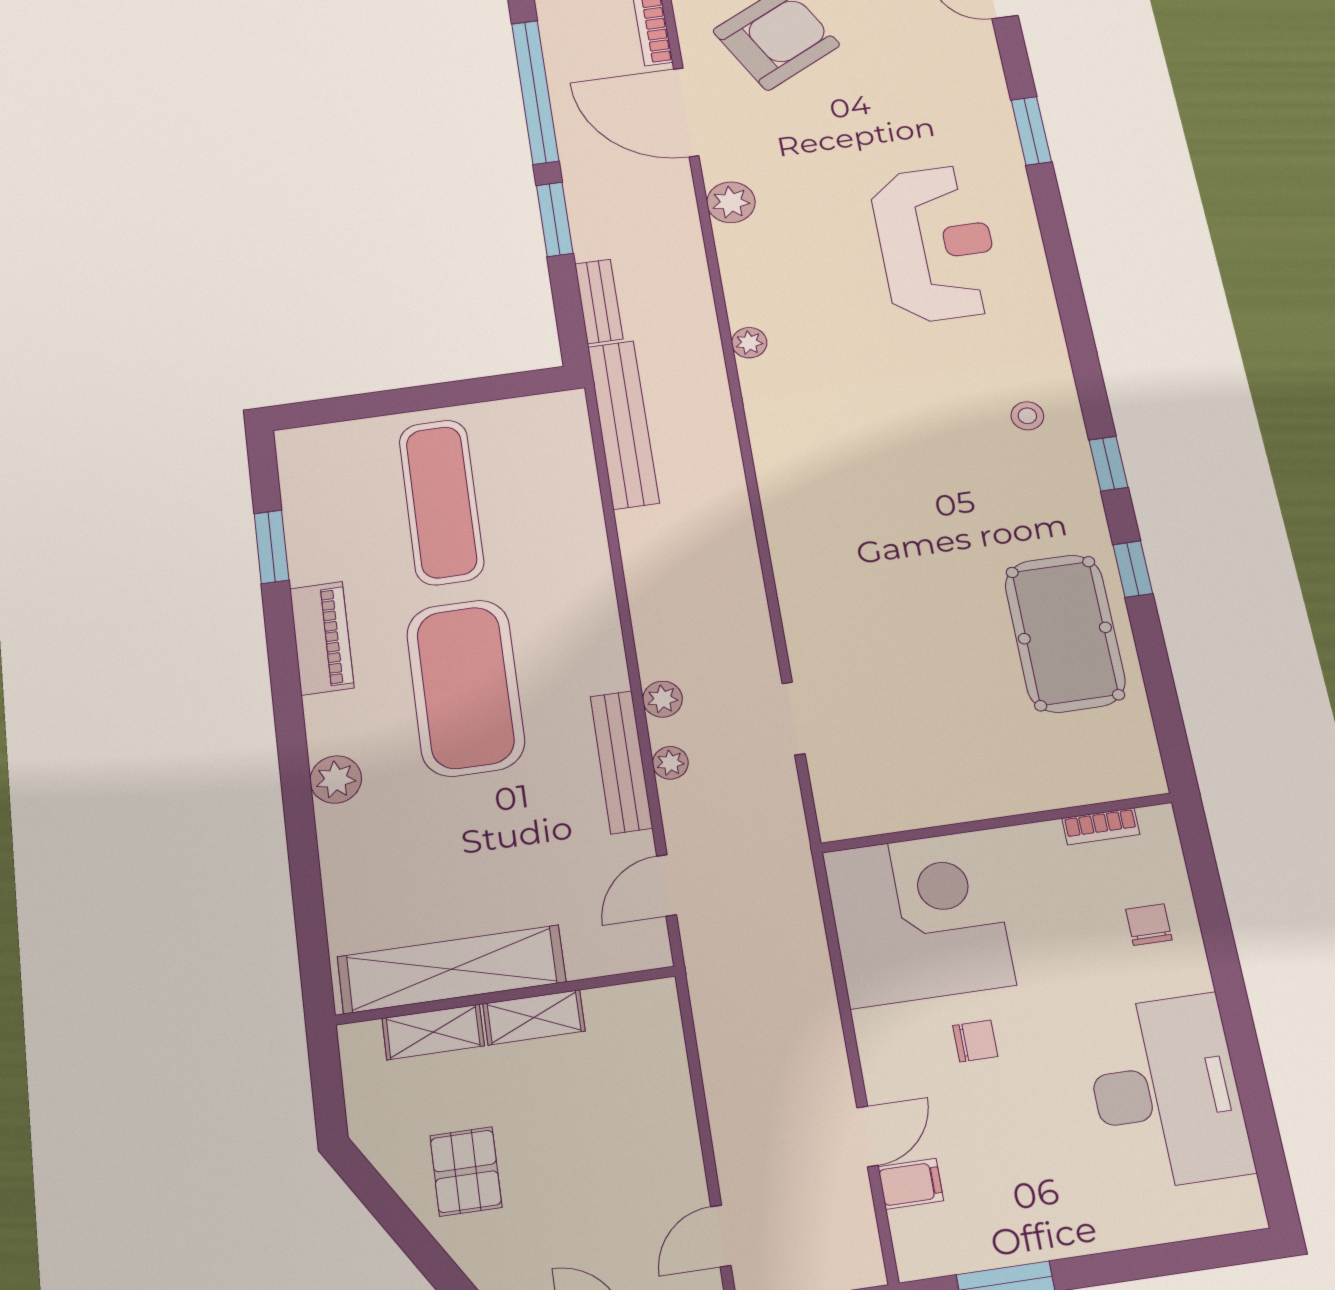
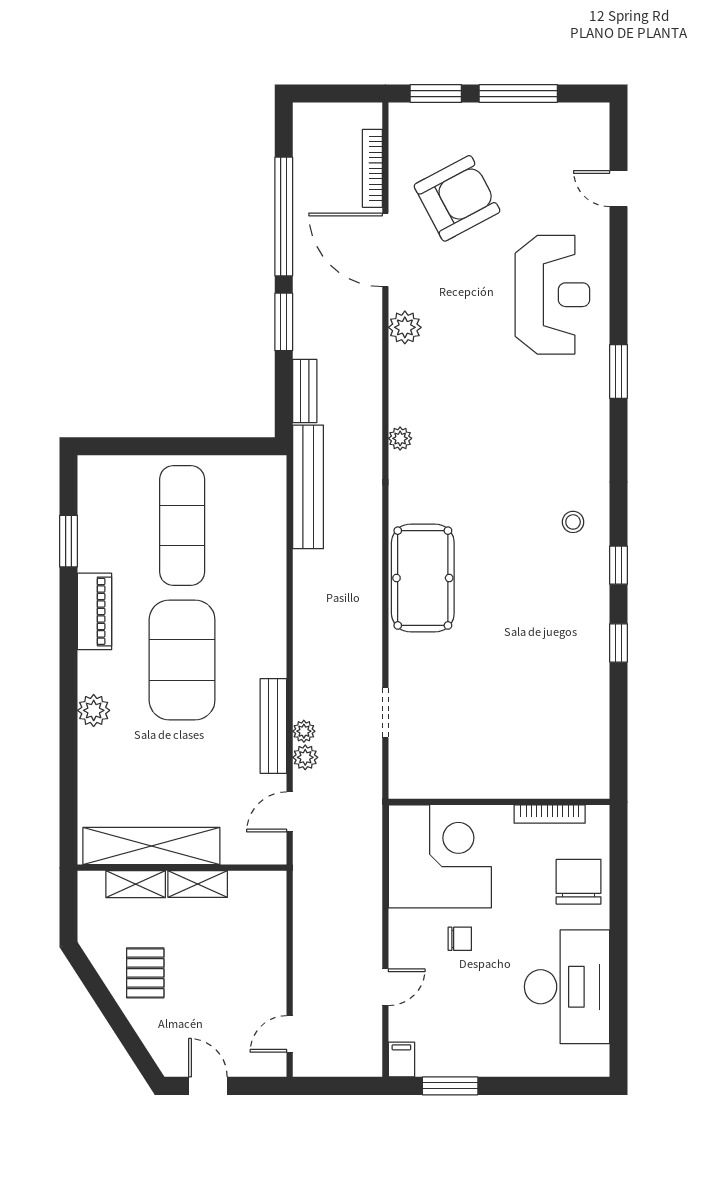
window: (1031, 131) -> (619, 371), moved
reception desk: (936, 244) -> (552, 295), moved
pool table: (1065, 633) -> (423, 578), moved
plant: (662, 699) -> (305, 757), moved
bookcase: (1101, 826) -> (550, 814), width x1.56
chair: (1149, 925) -> (579, 882), width x1.87, depth x1.87
filing cabinet: (911, 1184) -> (401, 1060), moved, turned -90

